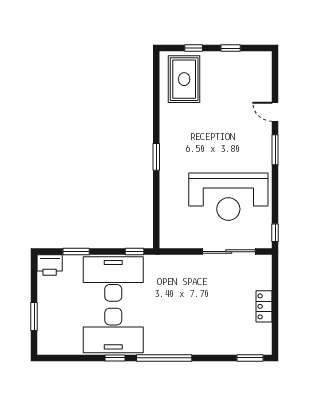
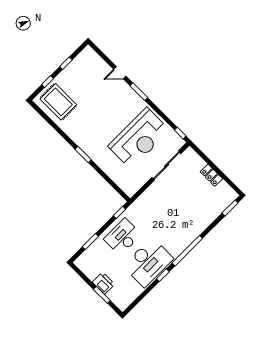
printer: (50, 265) -> (103, 283), moved, turned -90
desk: (113, 279) -> (123, 237), width x0.73, depth x0.77

